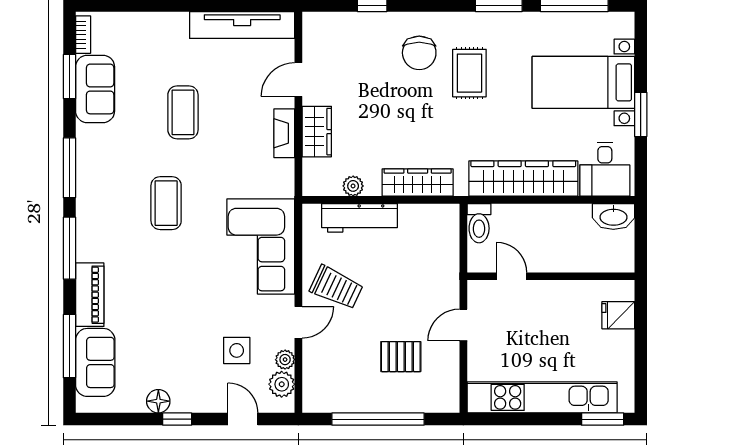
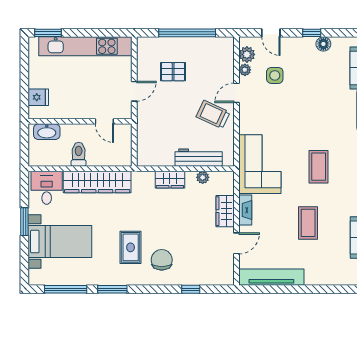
wardrobe: (418, 182) -> (170, 180), width x0.67
washbasin: (613, 216) -> (47, 132), moved, turned 180
toilet: (479, 223) -> (79, 154), moved
corner sofa: (261, 246) -> (260, 164), moved

